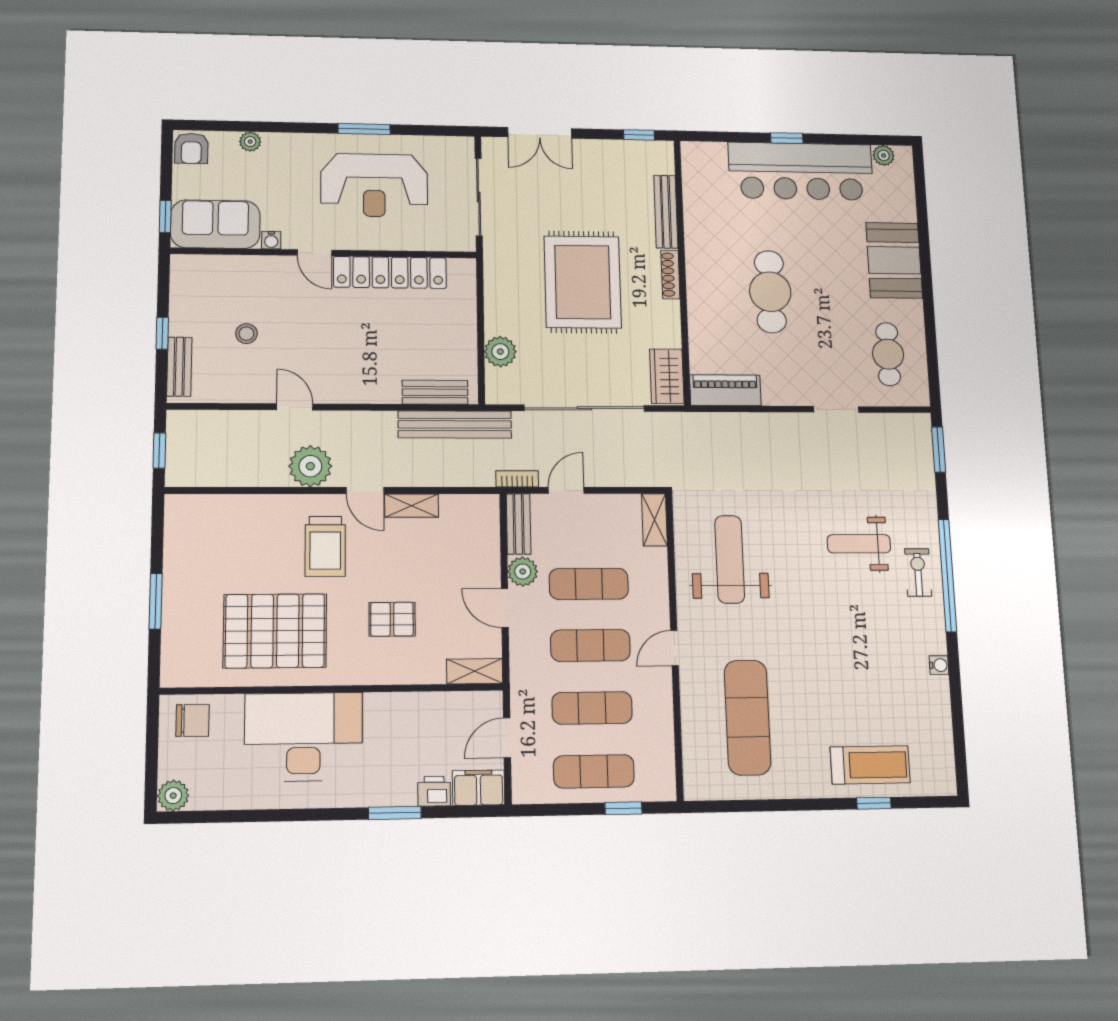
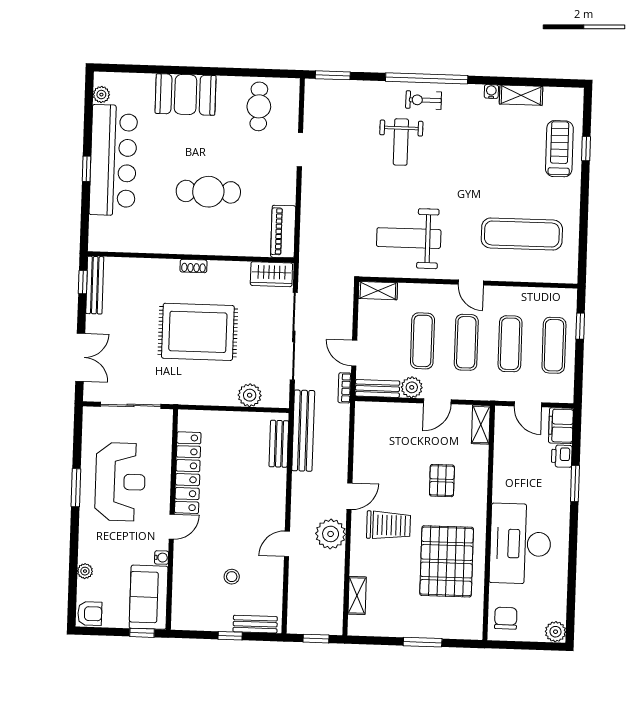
bench: (666, 212) -> (95, 285), moved, turned 90
shoe rack: (670, 275) -> (194, 266), width x0.70
cafe table: (888, 354) -> (259, 106), turned 90
shelving: (412, 506) -> (357, 596), moved
shelving: (938, 707) -> (521, 95), added

